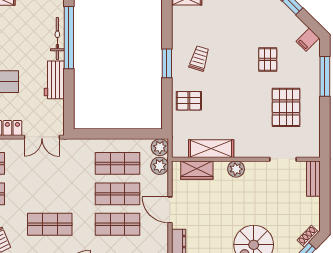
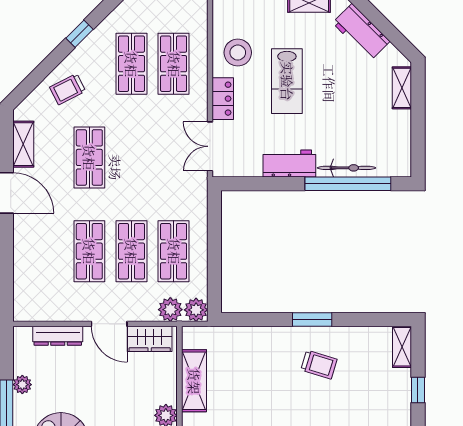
pallet: (189, 101) -> (260, 350), removed
wardrobe: (197, 170) -> (150, 339), moved, turned -90
door: (170, 210) -> (109, 324), swing flipped

